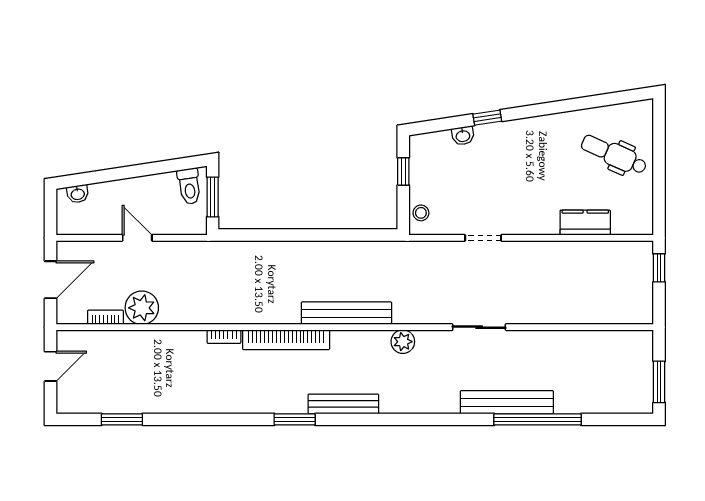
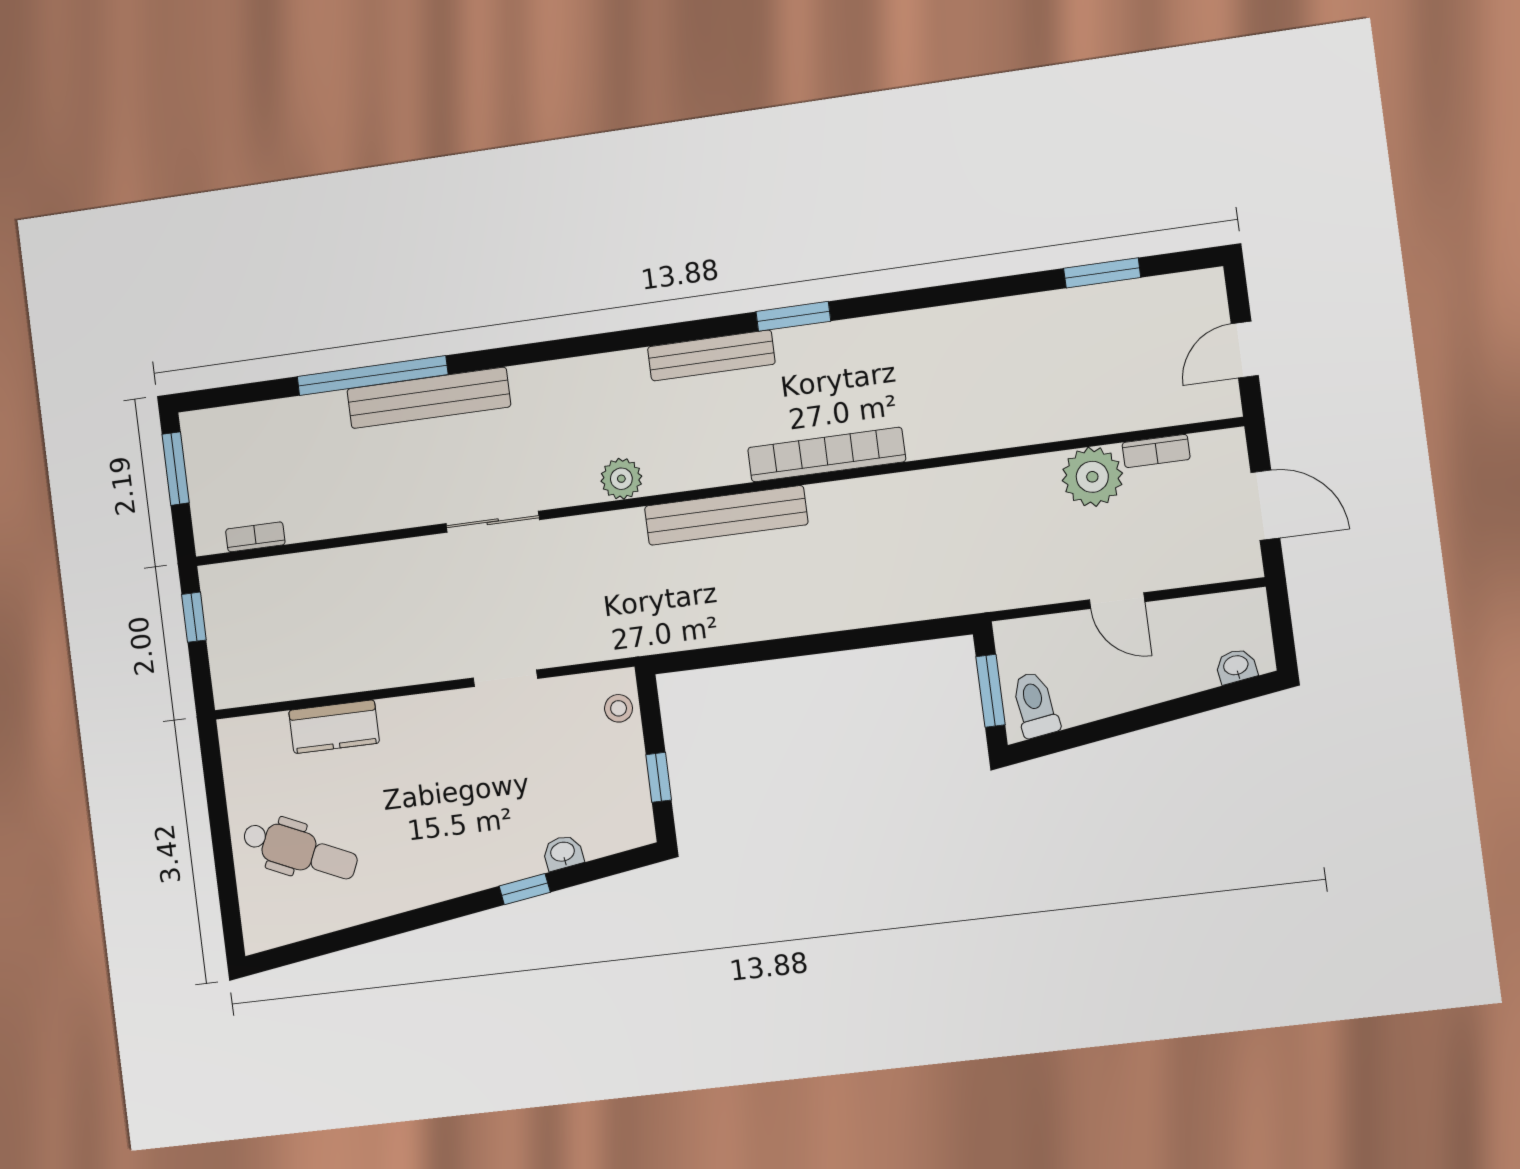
window: (659, 268) -> (194, 617), moved
door: (51, 280) -> (1265, 505), swing flipped
bookcase: (224, 337) -> (255, 537), moved

